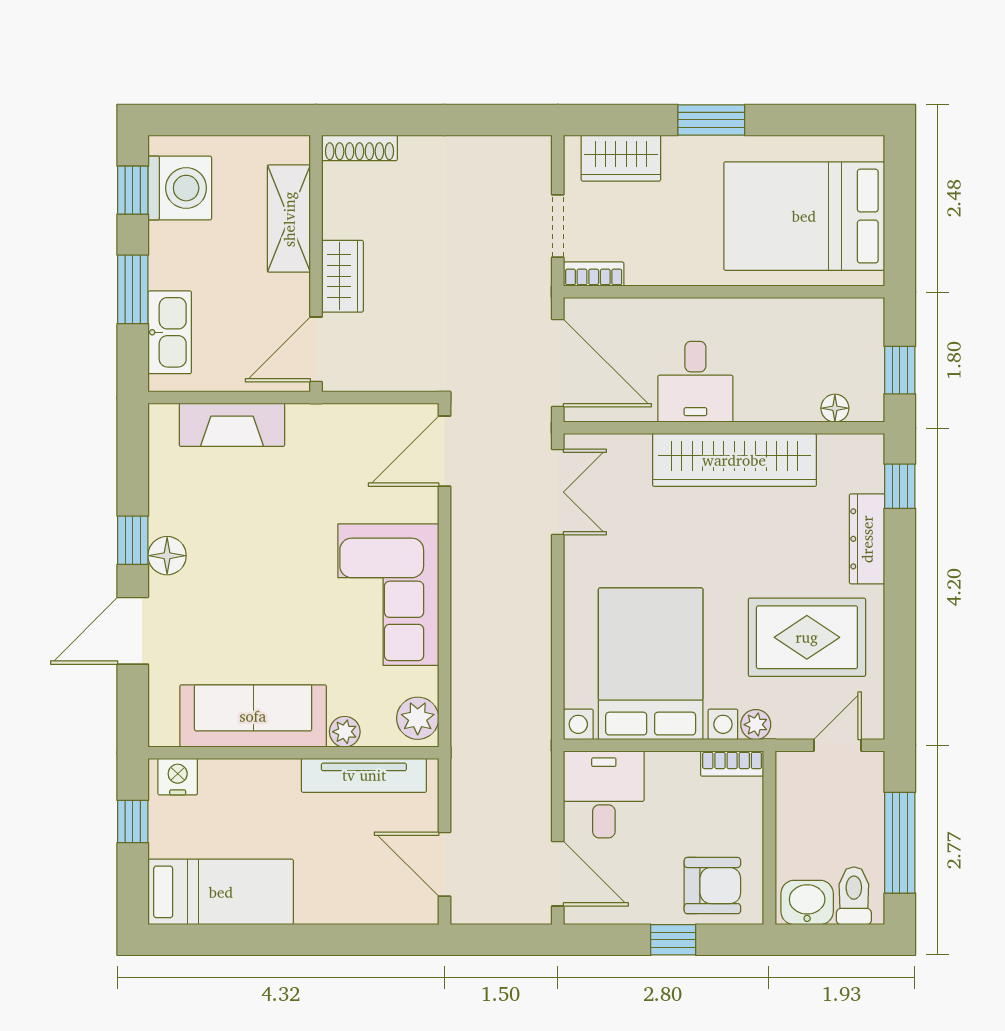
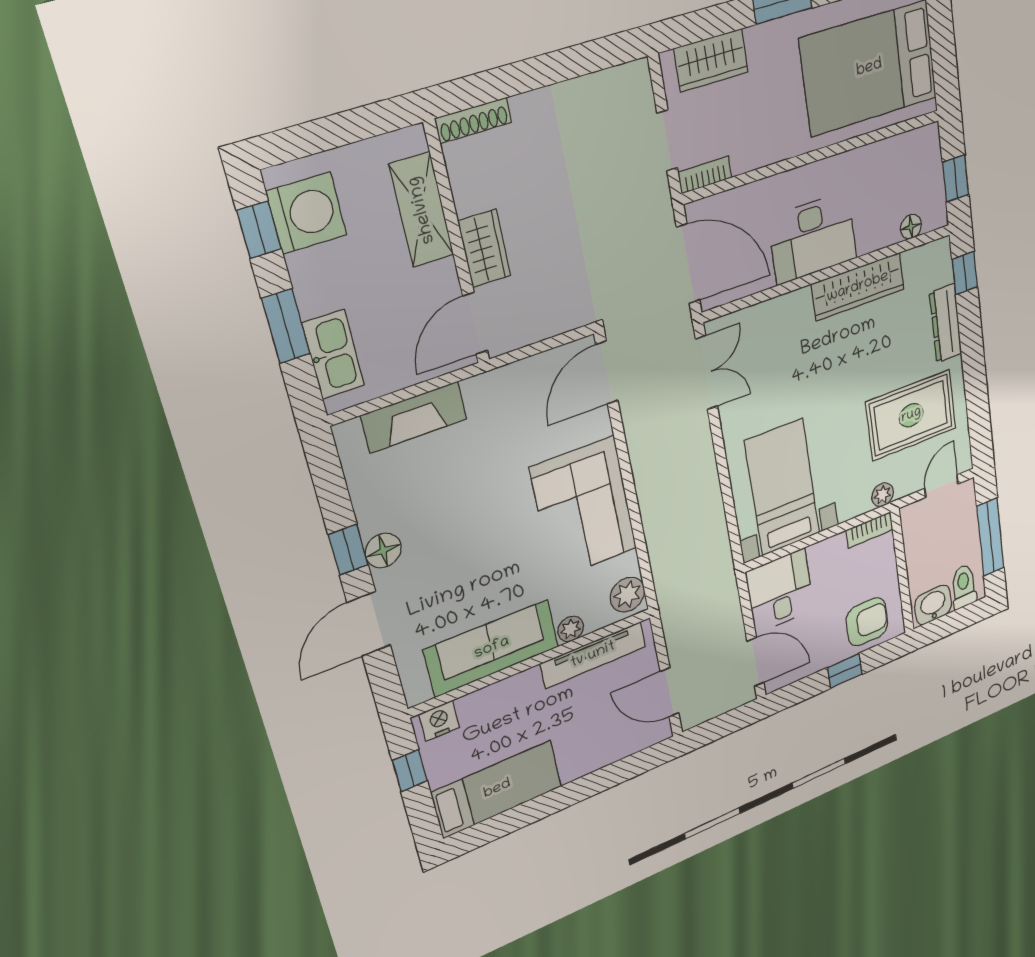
desk: (695, 382) -> (813, 238), width x1.37
wardrobe: (734, 460) -> (858, 287), width x0.71, depth x0.85
bed with nightstands: (651, 664) -> (783, 487), width x0.73

